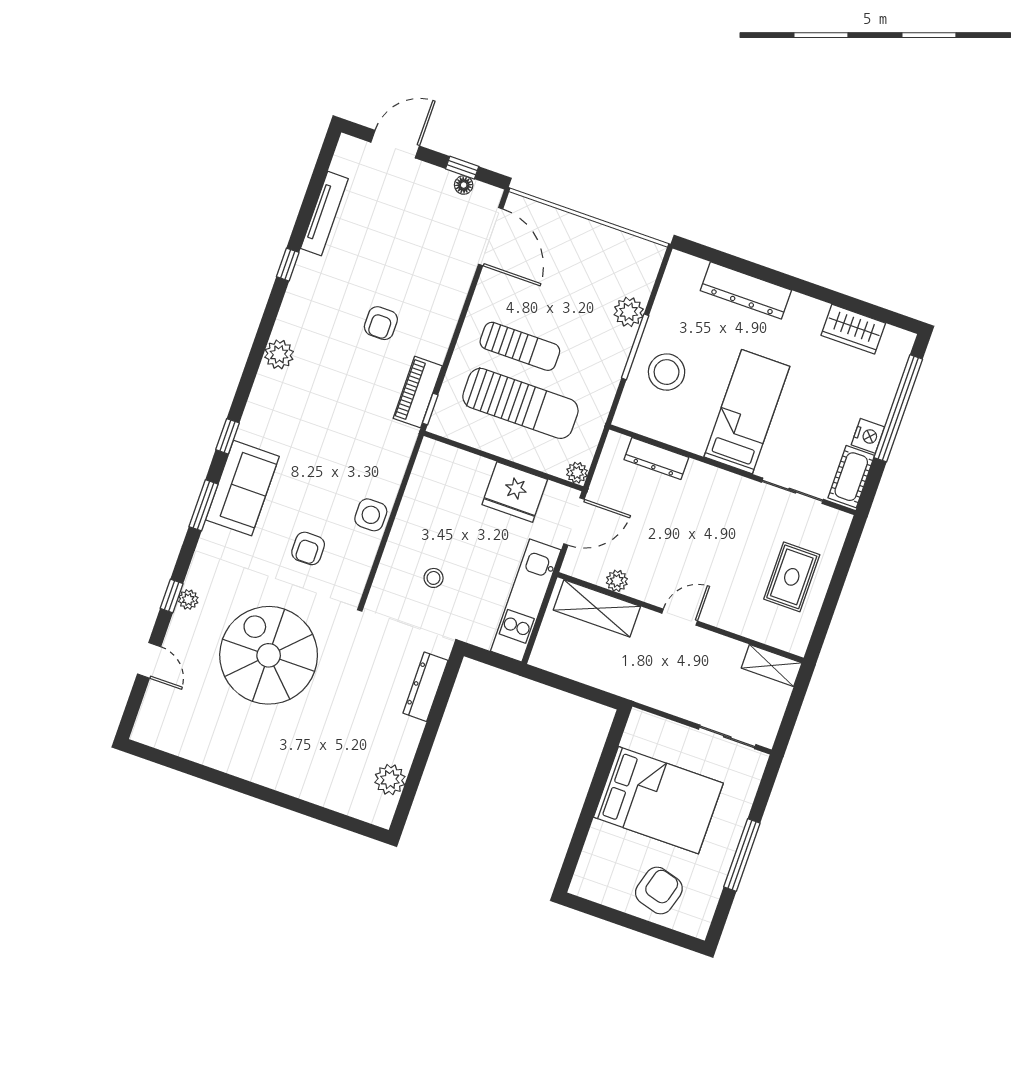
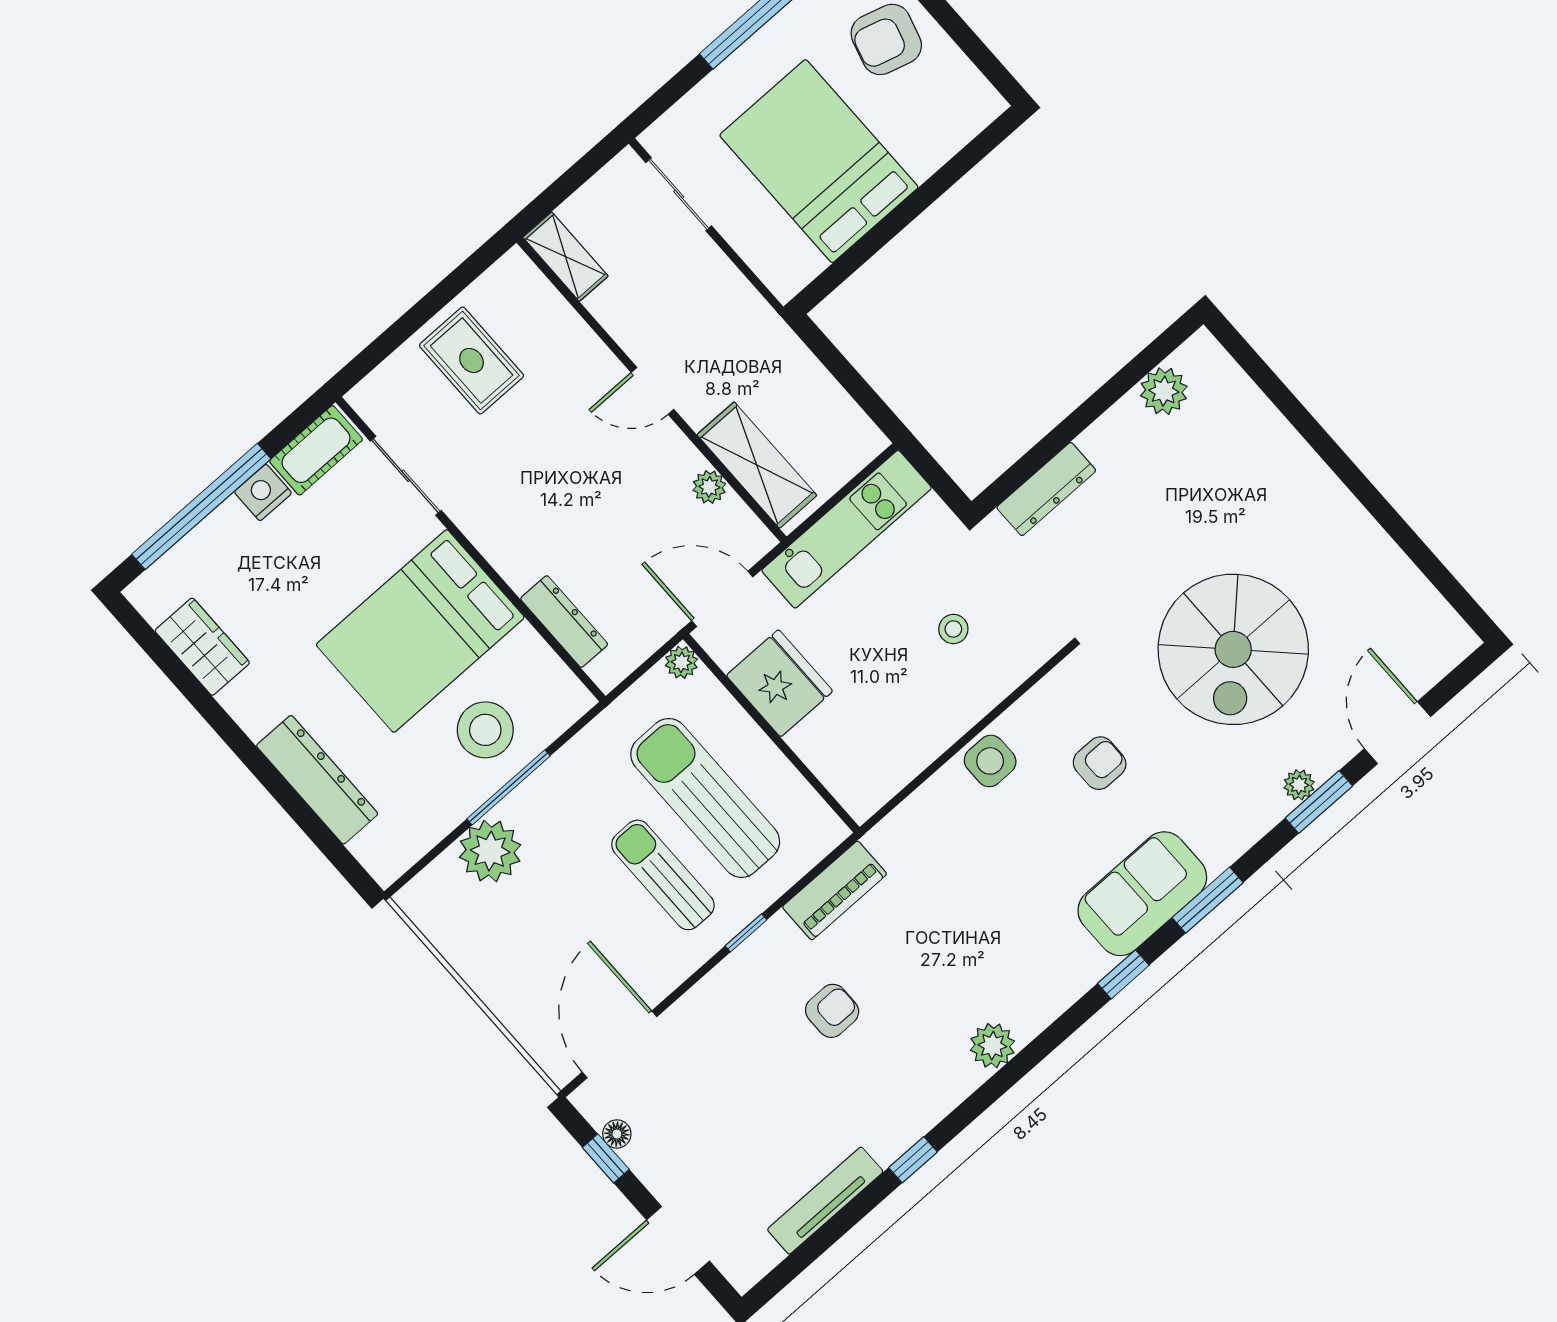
plant: (629, 312) -> (490, 851), width x1.36, depth x1.36
window: (430, 409) -> (746, 933), moved
bed: (747, 412) -> (420, 631), width x1.50
rug: (792, 577) -> (472, 360), turned 90
window: (172, 596) -> (1319, 802), width x1.50
door: (149, 660) -> (1397, 733), width x1.38

